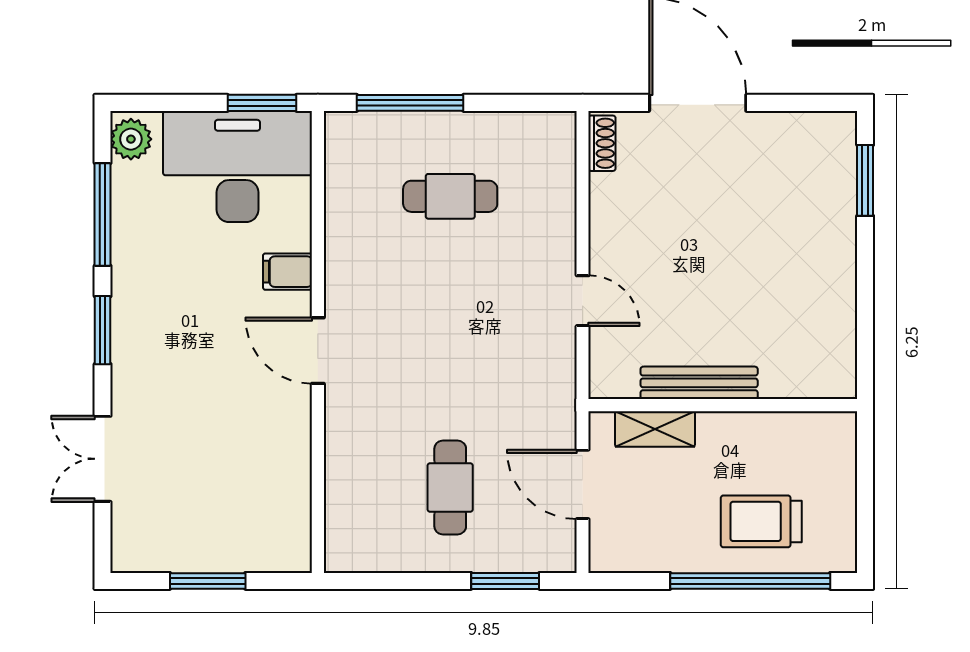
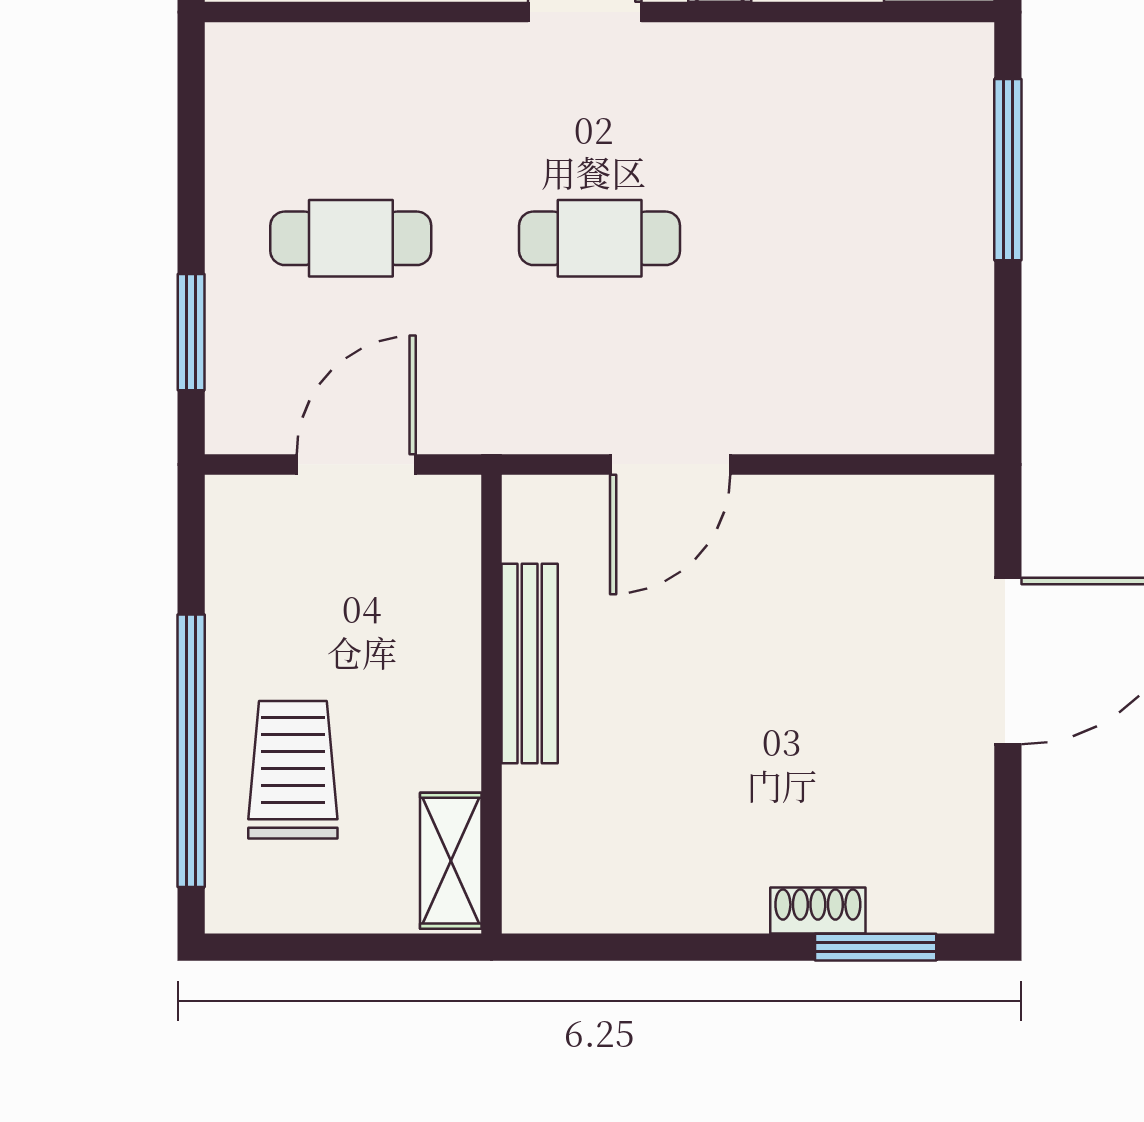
shoe rack: (602, 143) -> (818, 910), moved, turned 180
cafe table: (450, 196) -> (600, 238), moved, turned 90
door: (583, 301) -> (670, 464), width x1.38
shelving: (655, 429) -> (451, 861), moved

